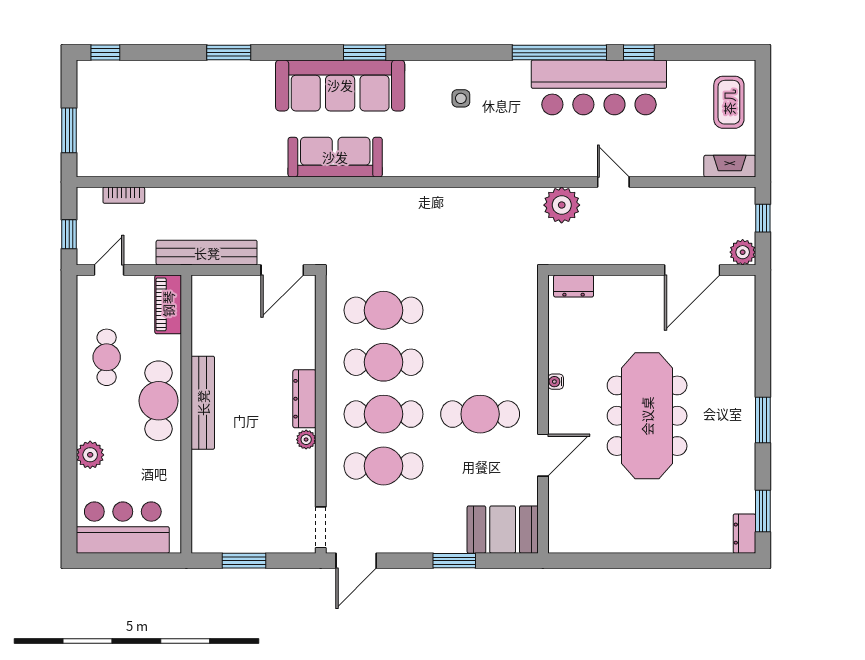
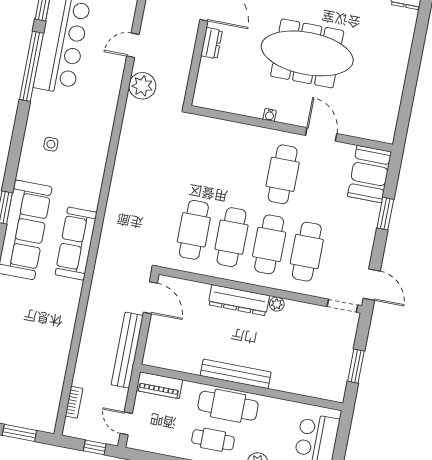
dresser: (574, 286) -> (211, 43), moved
cafe table: (107, 357) -> (213, 440), moved
dresser: (304, 399) -> (239, 300), width x1.37, depth x1.24

